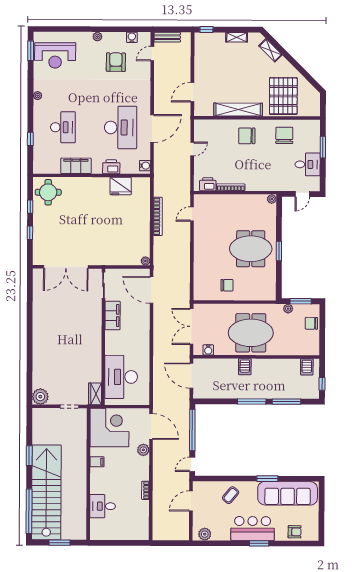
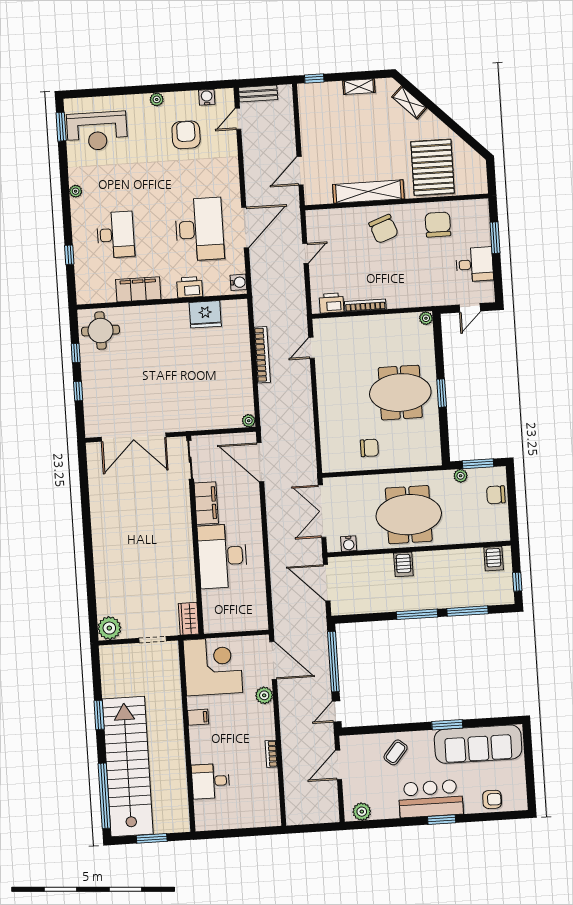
chair: (247, 136) -> (384, 229), turned -110
desk: (121, 377) -> (222, 556), moved

